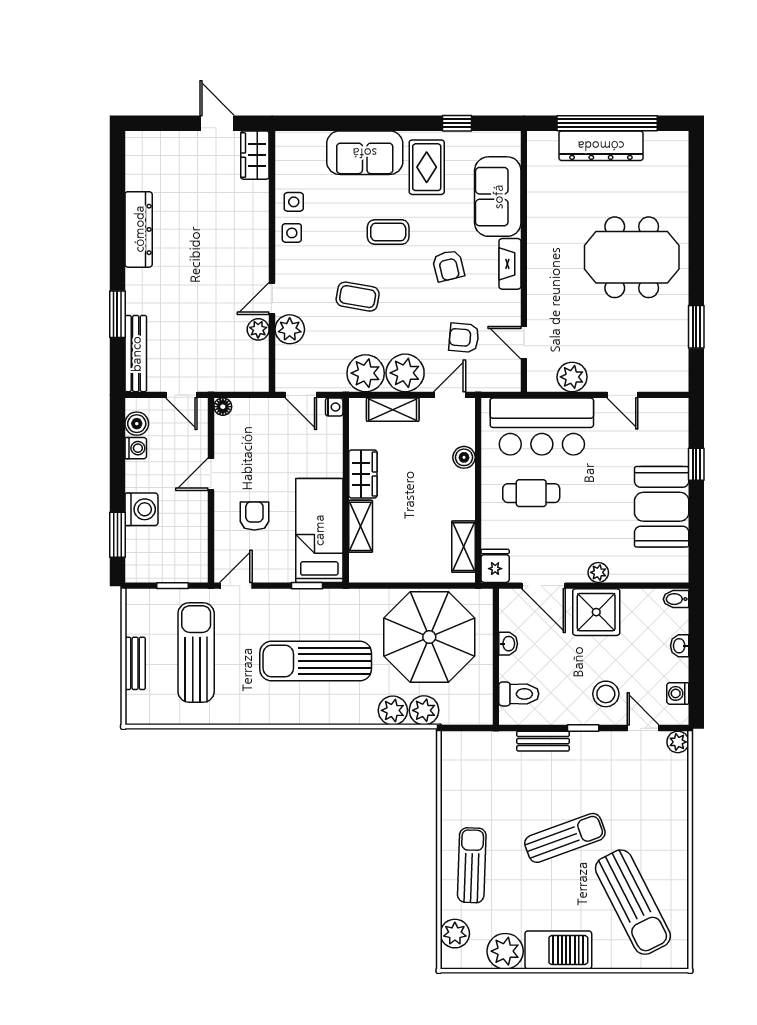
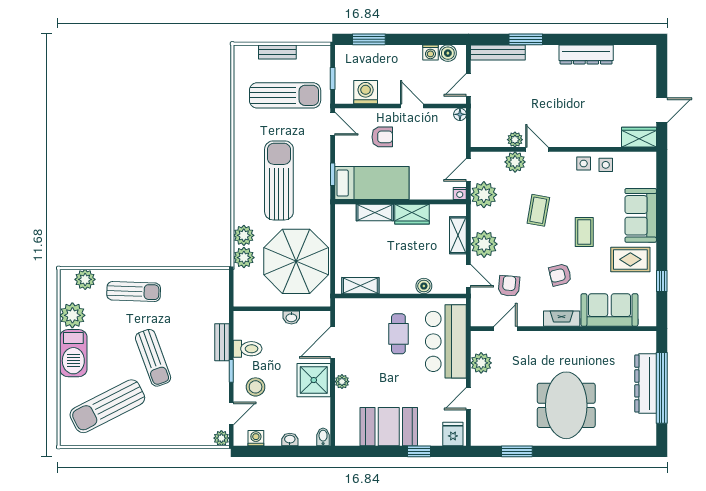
plant: (366, 373) -> (484, 195), moved
washing machine: (141, 509) -> (366, 92), moved, turned 180
fridge: (495, 566) -> (453, 434), moved, turned -90
toilet: (519, 694) -> (248, 349), moved, turned -90

